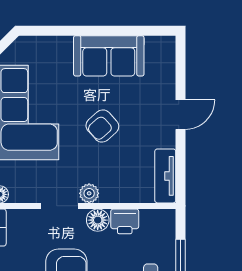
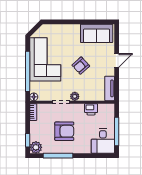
sofa: (109, 56) -> (97, 33), moved
floor lamp: (98, 220) -> (79, 109), removed

